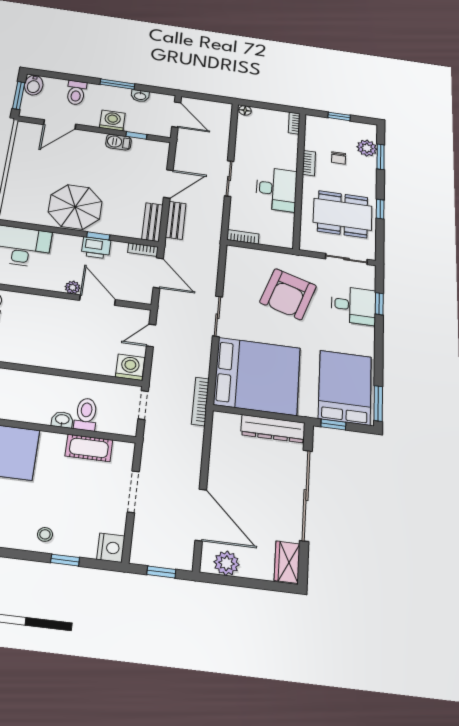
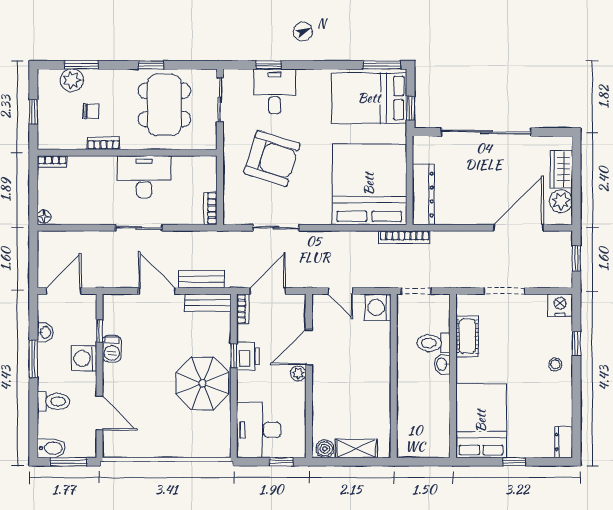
sliding door: (217, 316) -> (276, 228), moved
dresser: (273, 429) -> (423, 195), moved
wardrobe: (287, 562) -> (562, 169), moved, turned 90

